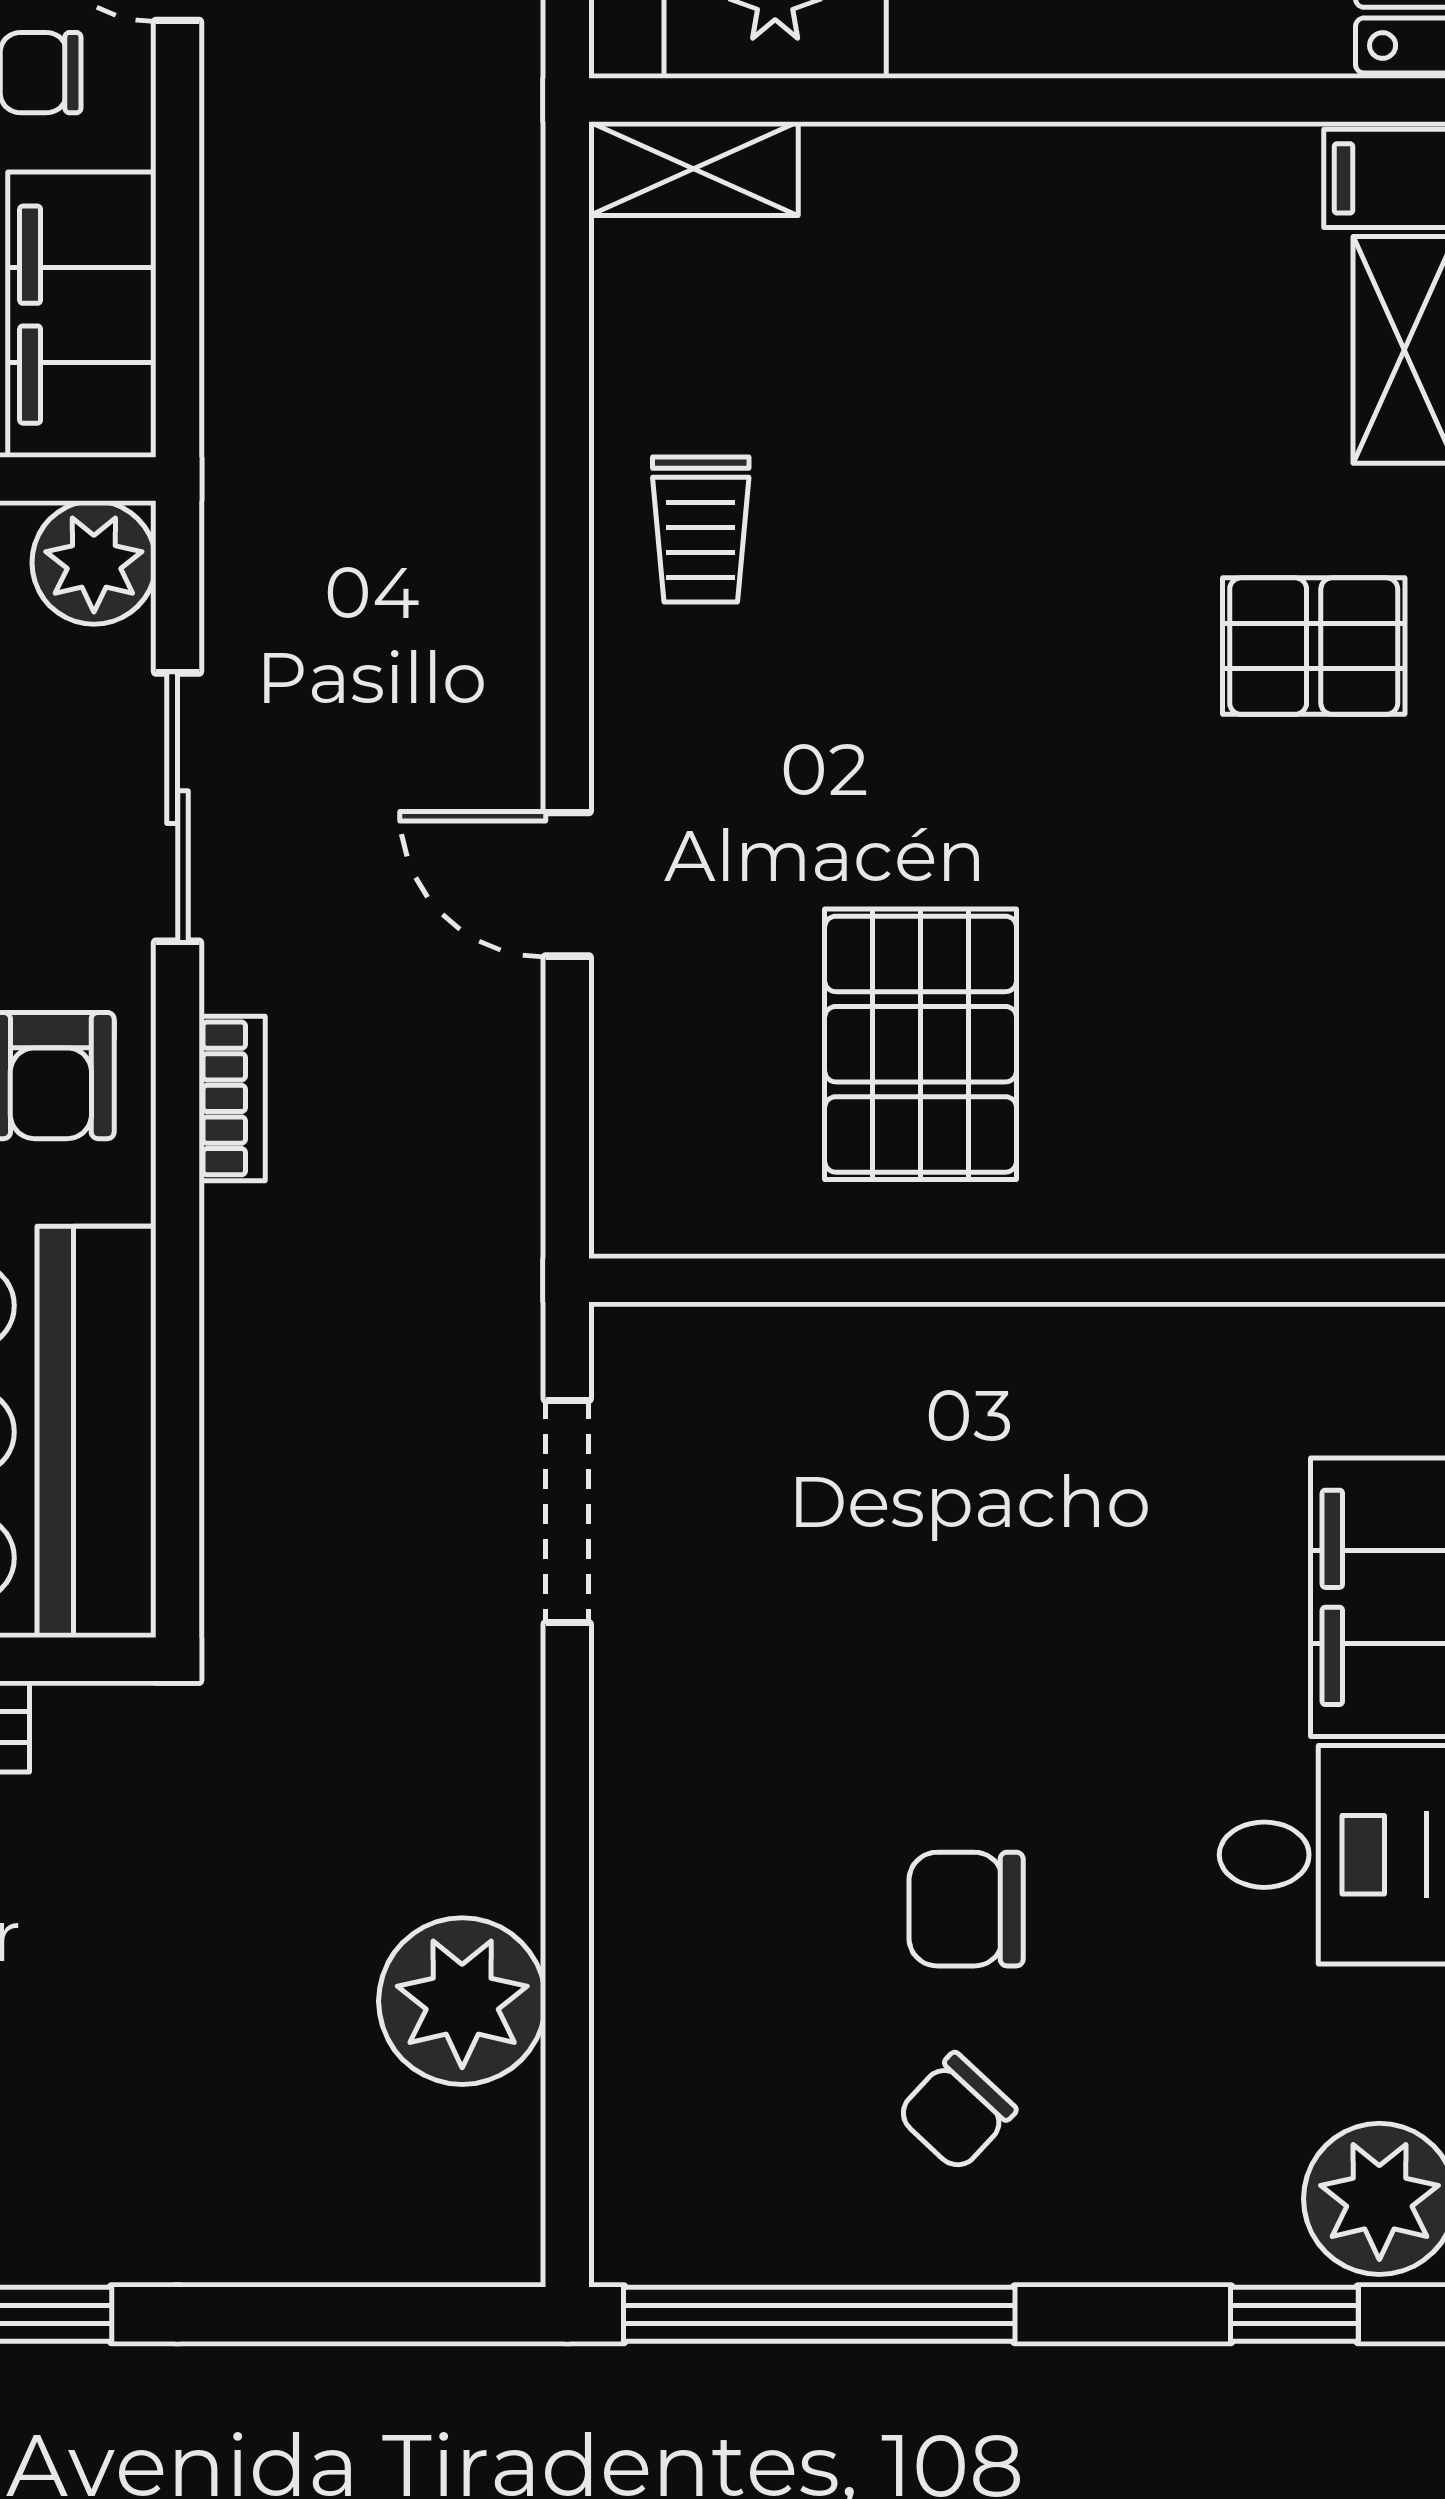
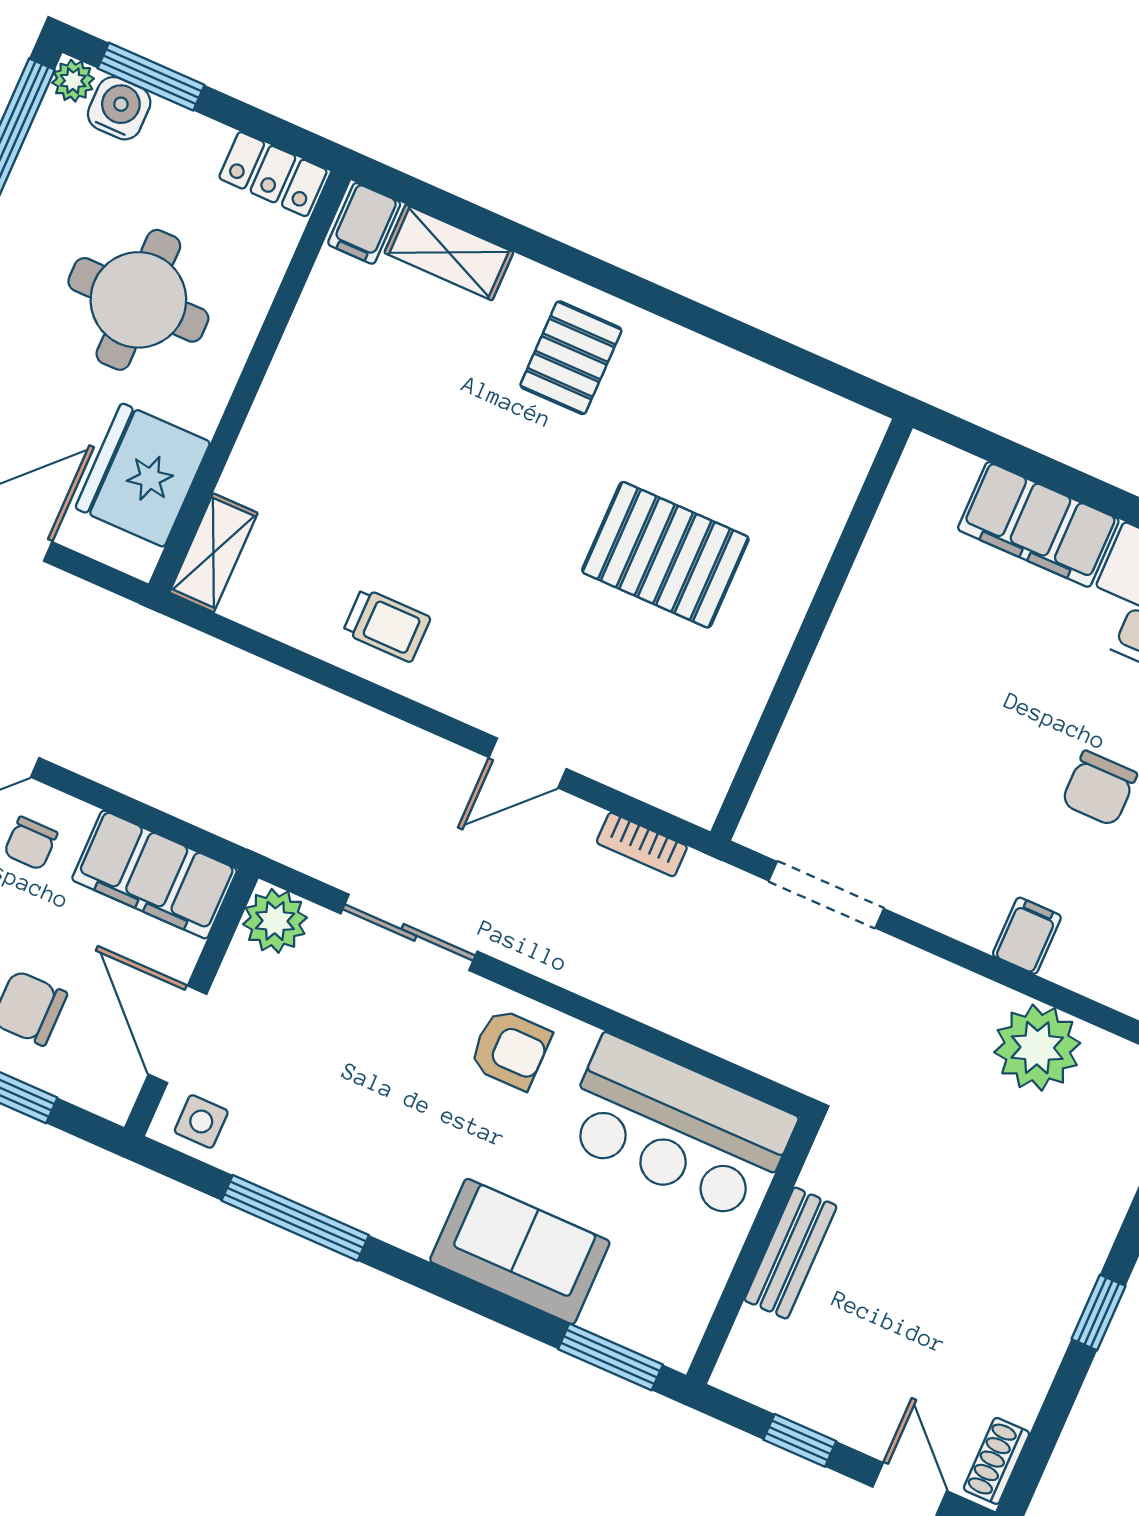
pallet: (921, 1044) -> (665, 555), moved
bookcase: (232, 1098) -> (642, 844), moved, turned 180
filing cabinet: (651, 1896) -> (1027, 936), added

